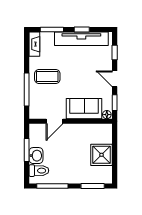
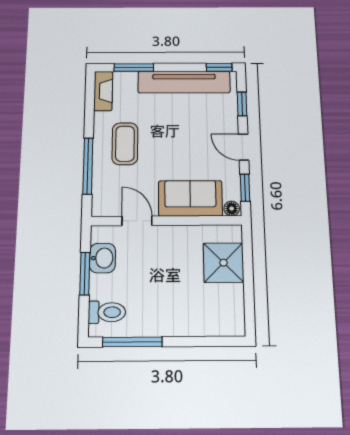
window: (82, 29) -> (219, 67), moved
coffee table: (47, 76) -> (125, 144), turned 90
door: (54, 121) -> (137, 221), swing flipped
shower: (102, 155) -> (223, 263), moved
washbasin: (36, 156) -> (103, 258), moved
window: (93, 186) -> (209, 341), removed

